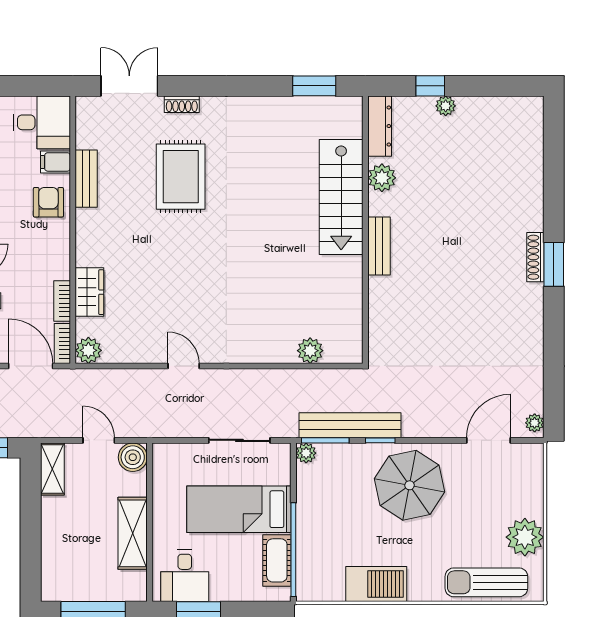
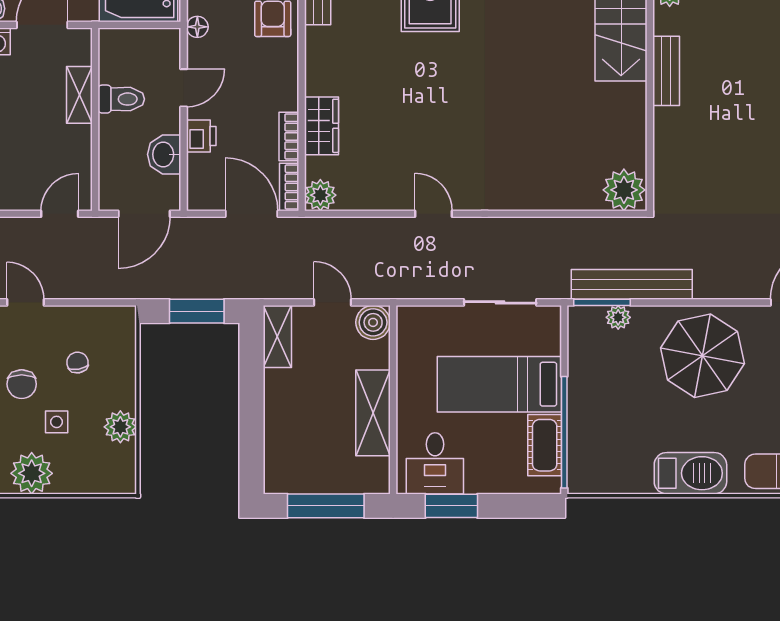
plant: (310, 351) -> (624, 190), moved, width x1.36, depth x1.36
window: (380, 440) -> (668, 302), removed
plant: (306, 453) -> (618, 317), moved
barbecue: (376, 584) -> (690, 473), moved

